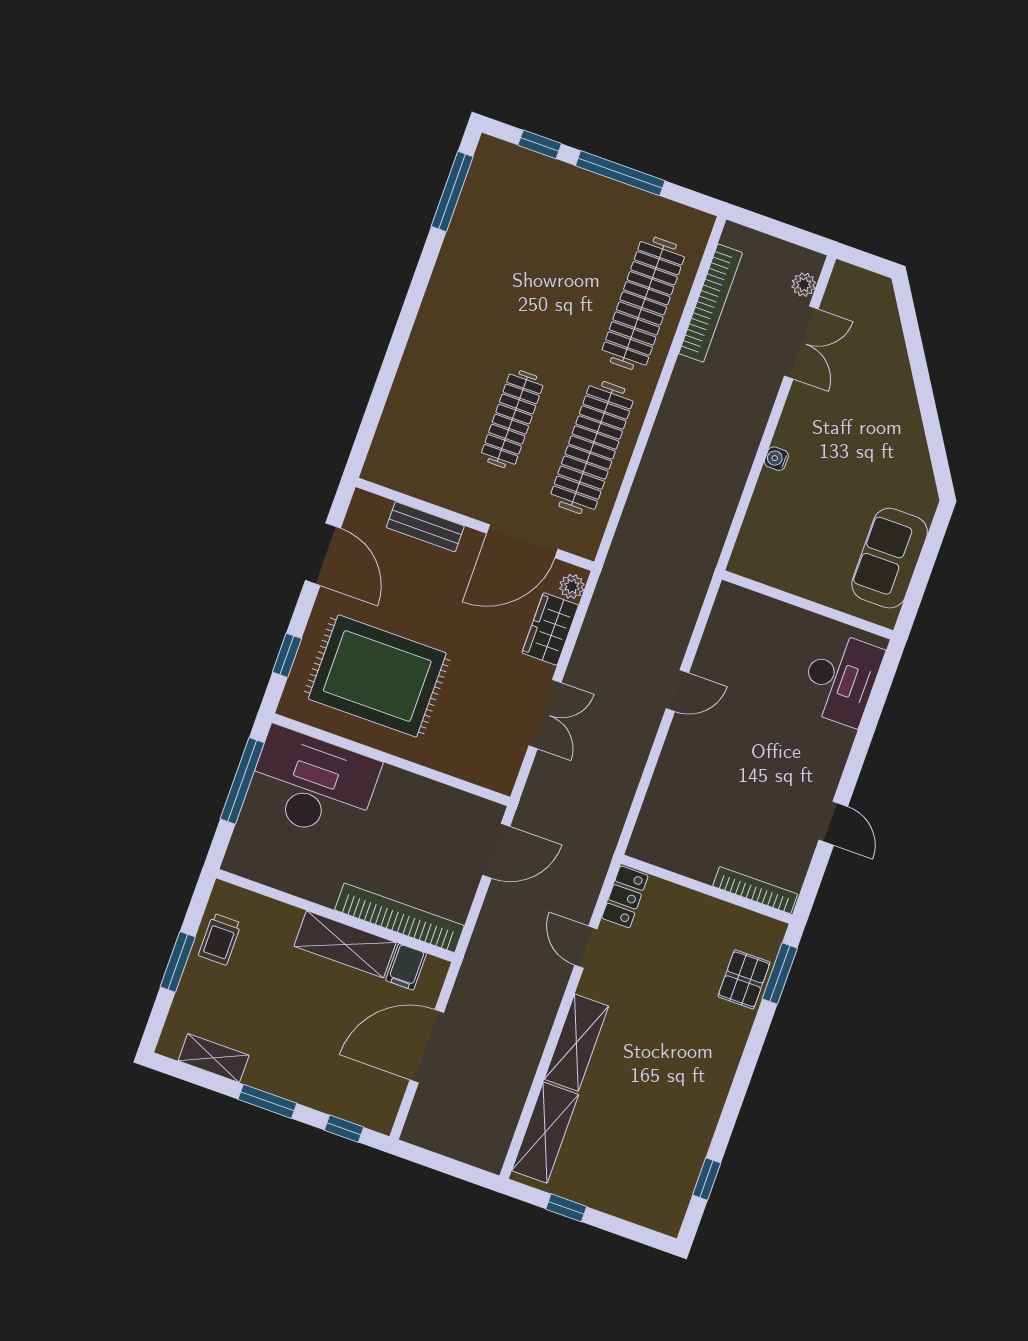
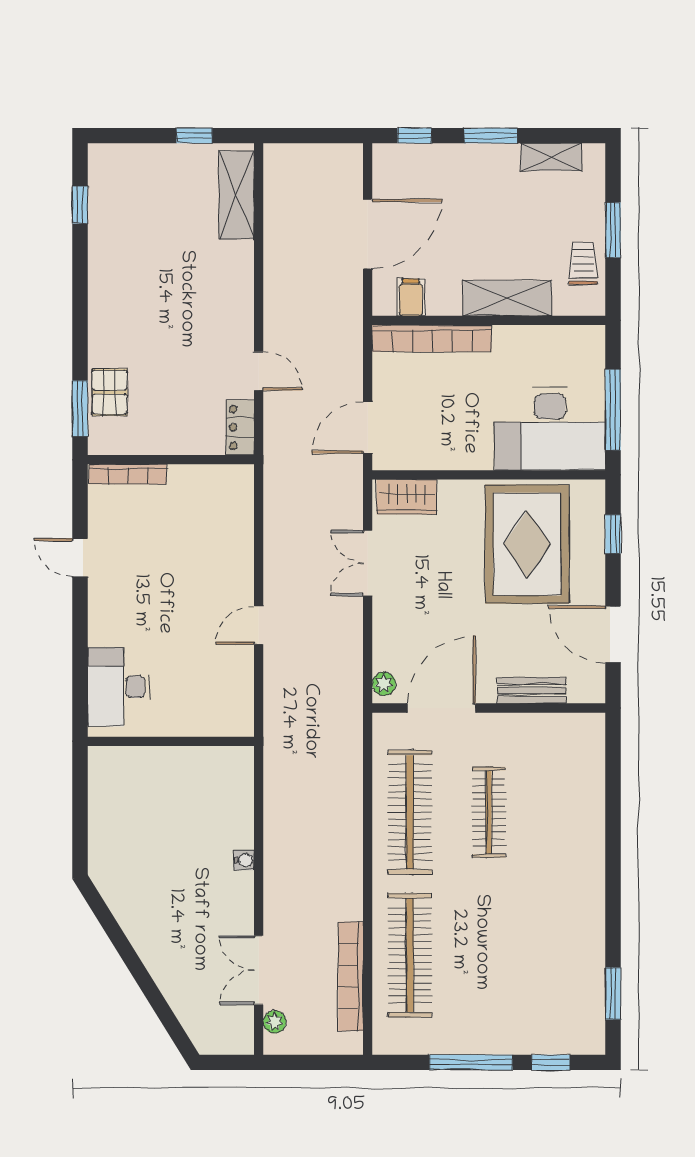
window: (452, 192) -> (613, 994), width x0.69
sofa: (890, 558) -> (114, 808), removed
wardrobe: (550, 629) -> (407, 497), moved, turned 90
rug: (377, 676) -> (527, 544), turned 90
shelving: (345, 944) -> (507, 298), moved
shelving: (576, 1043) -> (237, 284), removed

